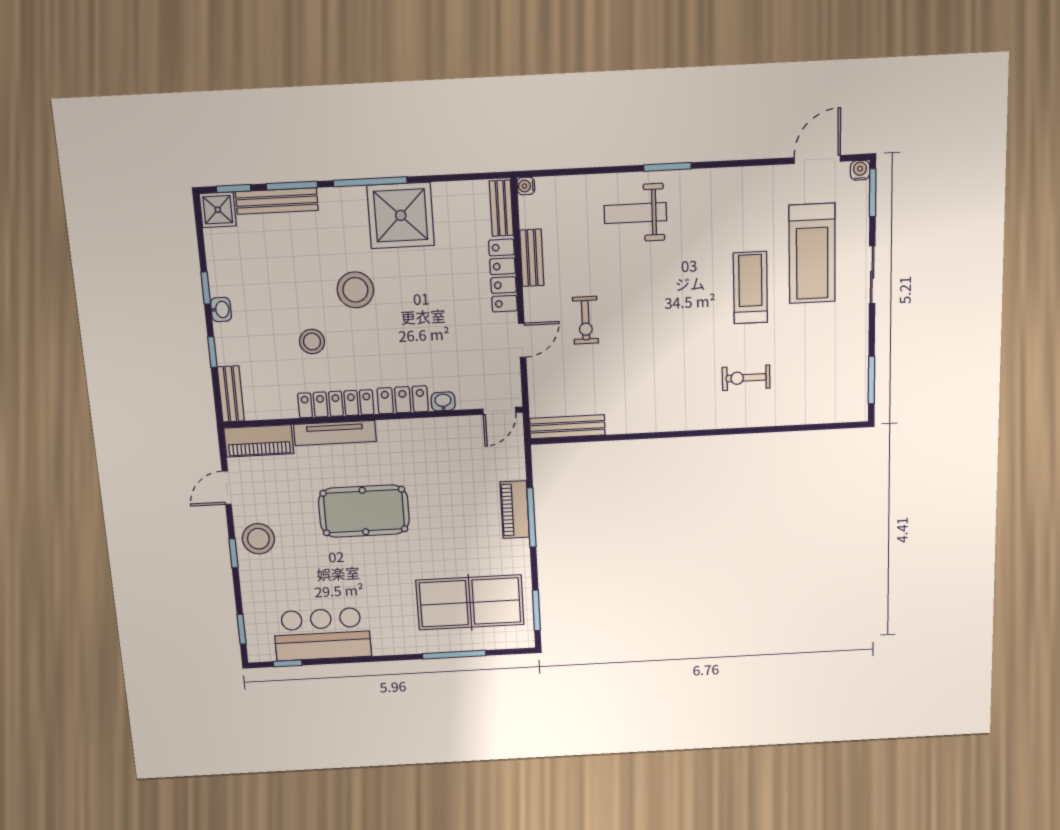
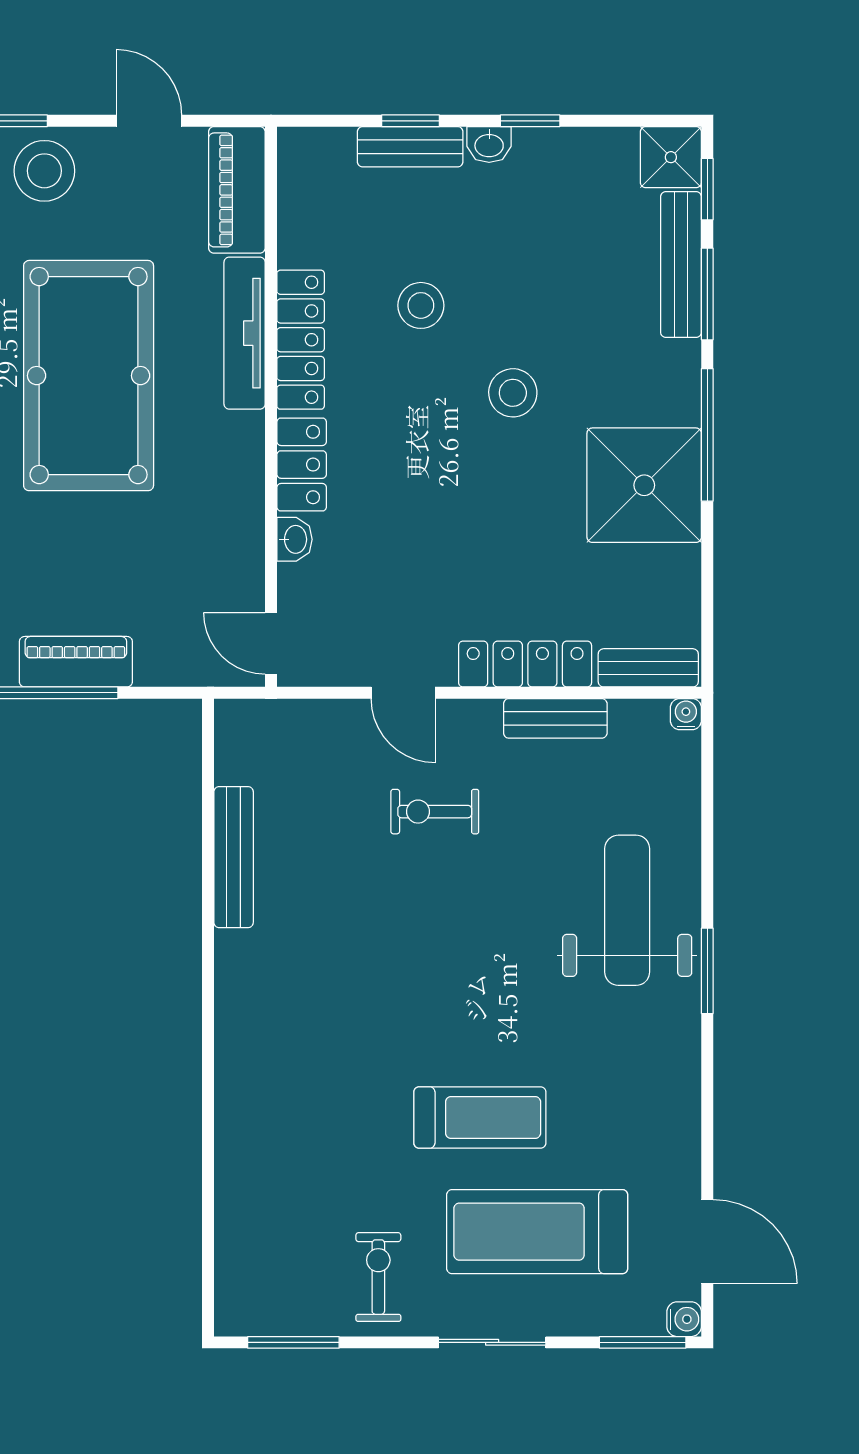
weight bench: (635, 213) -> (627, 910), width x1.36, depth x1.33
stool: (355, 290) -> (513, 393), width x0.73, depth x0.73
exercise bike: (746, 378) -> (378, 1277), moved
bench: (231, 394) -> (410, 147), moved
bench: (567, 427) -> (234, 857), moved
pool table: (364, 511) -> (89, 376), width x1.36, depth x1.32

